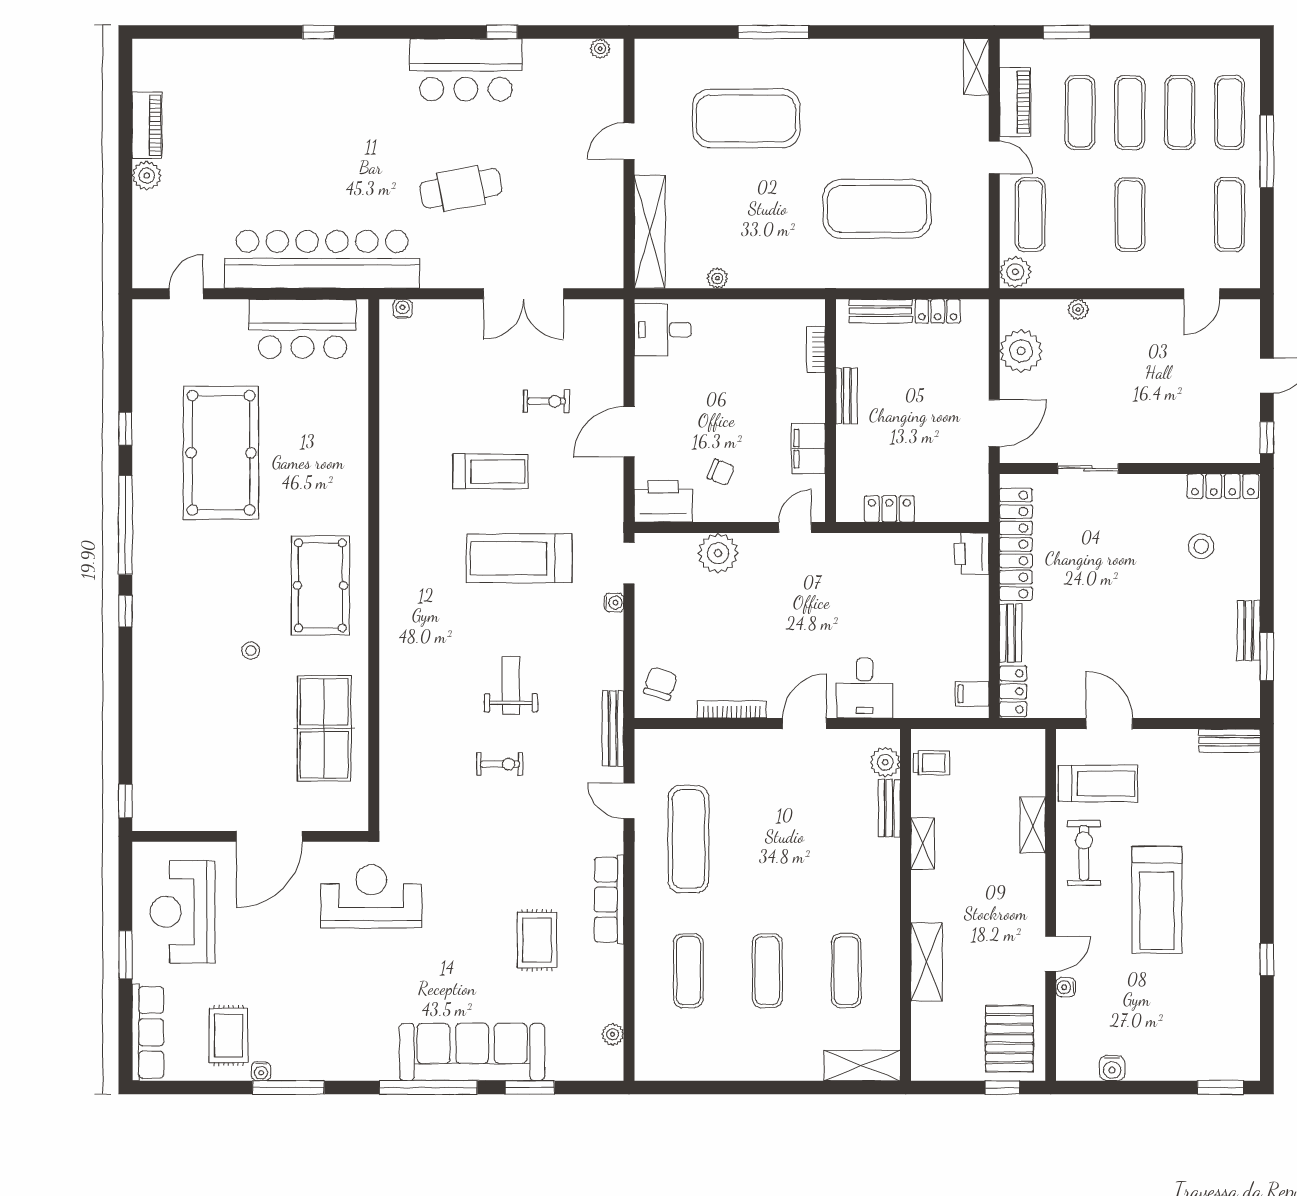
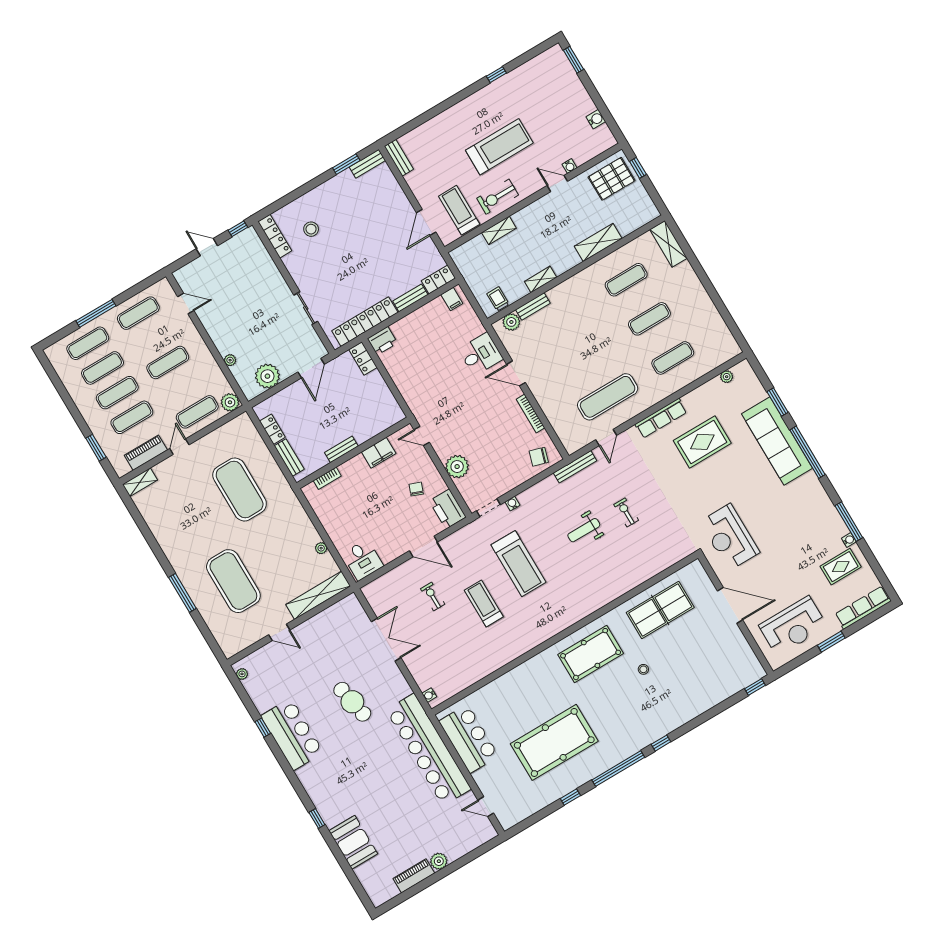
booth: (251, 65) -> (353, 842), added
door: (994, 423) -> (311, 368), swing flipped
locker: (889, 509) -> (363, 358), moved
bench: (1249, 630) -> (367, 164), moved
rug: (537, 940) -> (702, 442), width x1.36, depth x1.43

